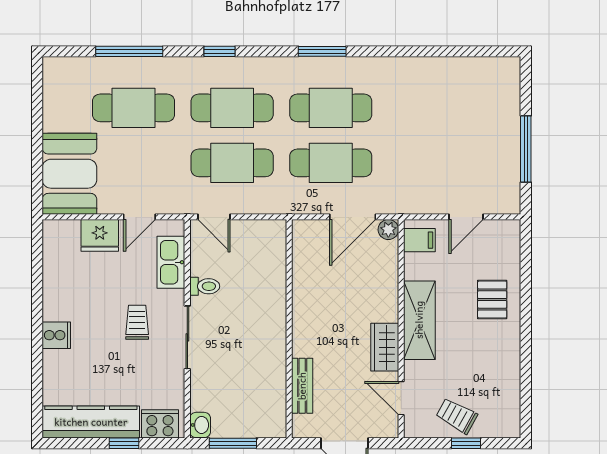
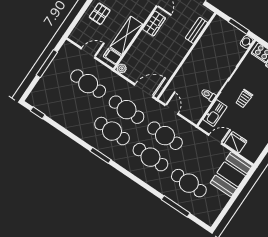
window: (220, 51) -> (38, 113), moved
cafe table: (429, 163) -> (88, 84), added
door: (214, 217) -> (172, 109), moved
door: (353, 217) -> (144, 91), moved
shelving: (419, 320) -> (126, 35), moved

